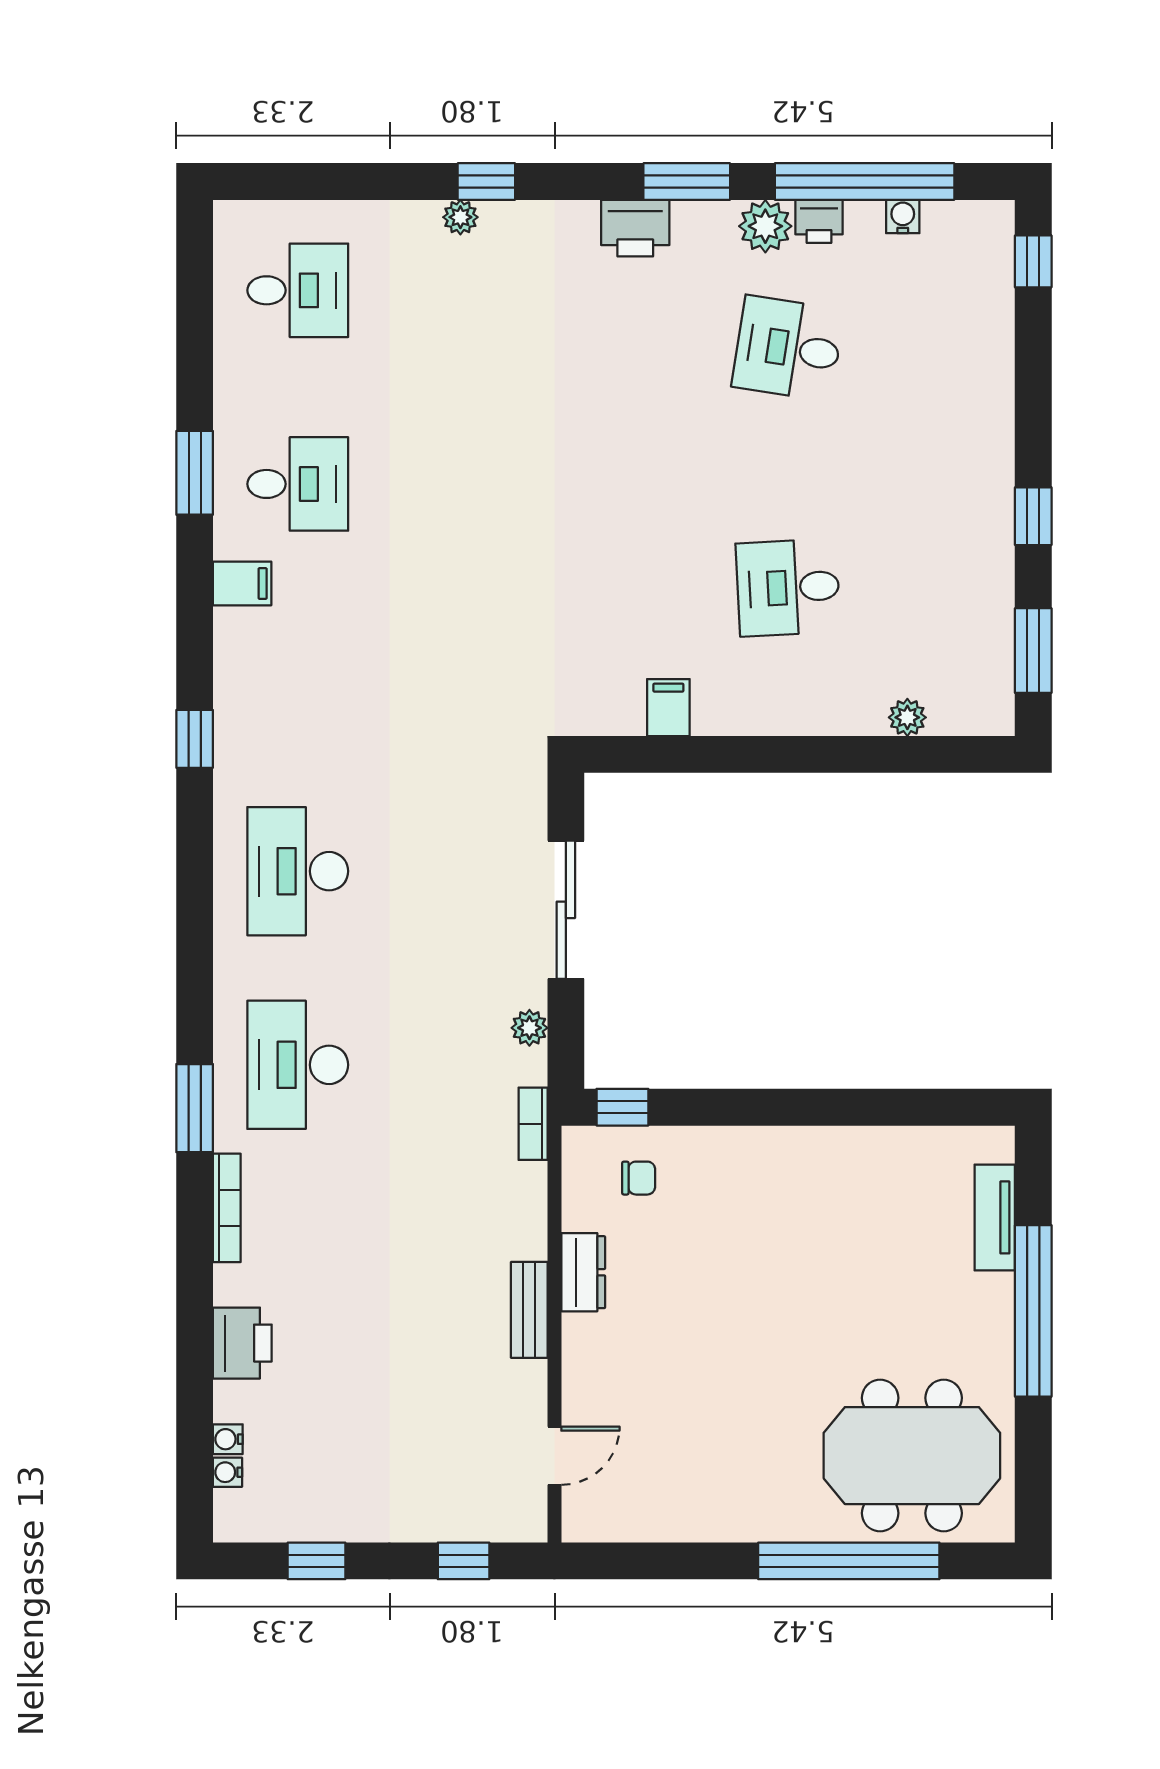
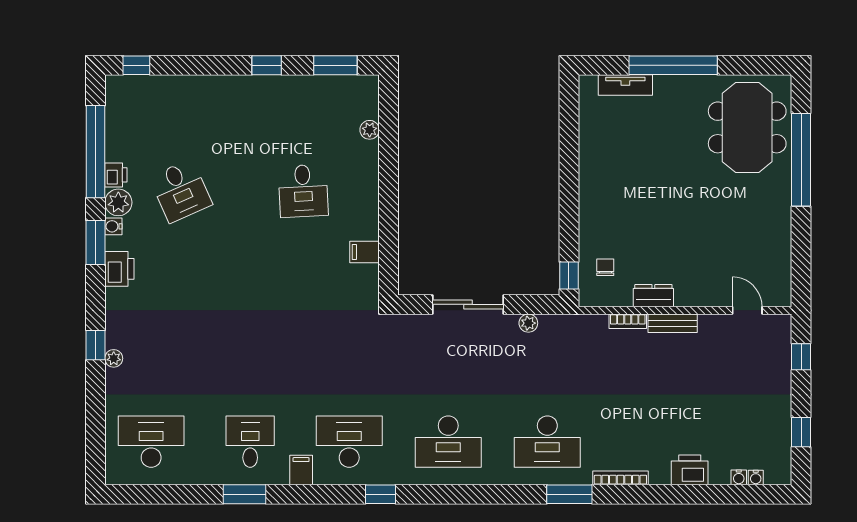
water cooler: (903, 217) -> (113, 226), moved
desk: (298, 290) -> (151, 442), width x1.37
desk: (788, 348) -> (181, 191), turned -33
desk: (298, 678) -> (349, 442), added
bookcase: (533, 1124) -> (628, 321), moved

